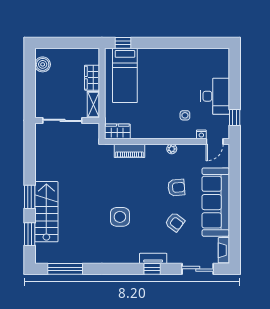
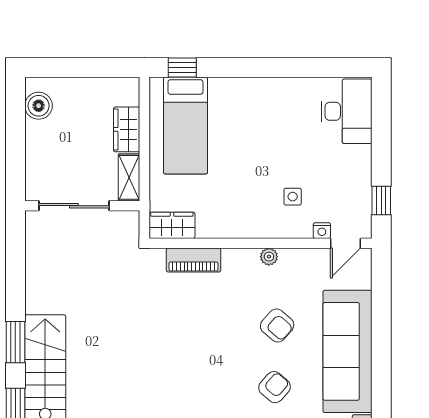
desk: (215, 96) -> (346, 111), moved
armchair: (176, 188) -> (277, 325), turned 46
side table: (120, 217) -> (176, 378), removed
armchair: (175, 222) -> (275, 387), turned -86

